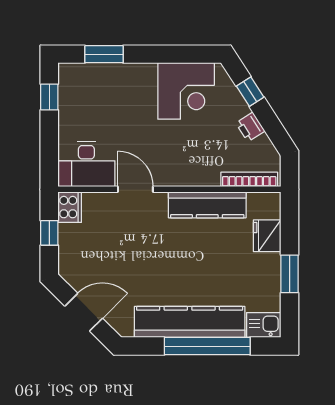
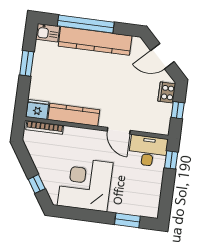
corner desk: (186, 91) -> (85, 184), width x1.36, depth x1.36
window: (49, 97) -> (171, 160), moved
printer: (250, 127) -> (40, 161), removed
cooker: (70, 207) -> (167, 92), moved
fridge: (267, 236) -> (38, 109), moved, turned -90

